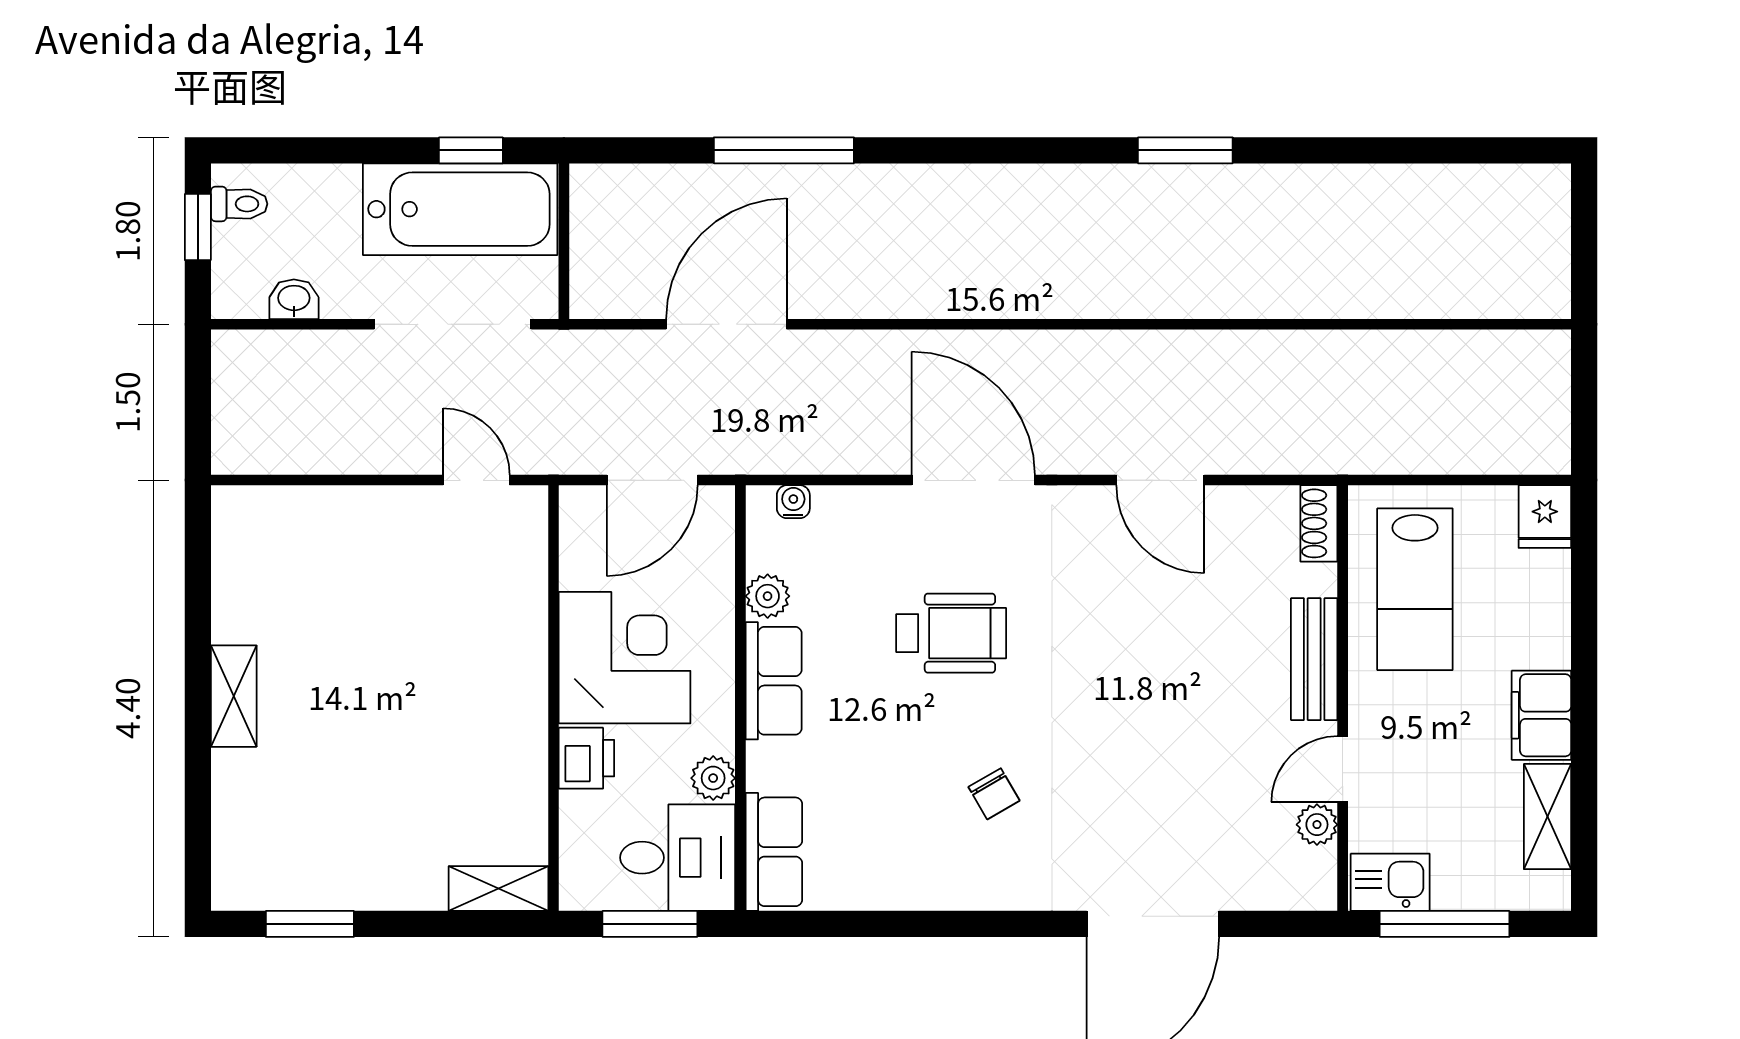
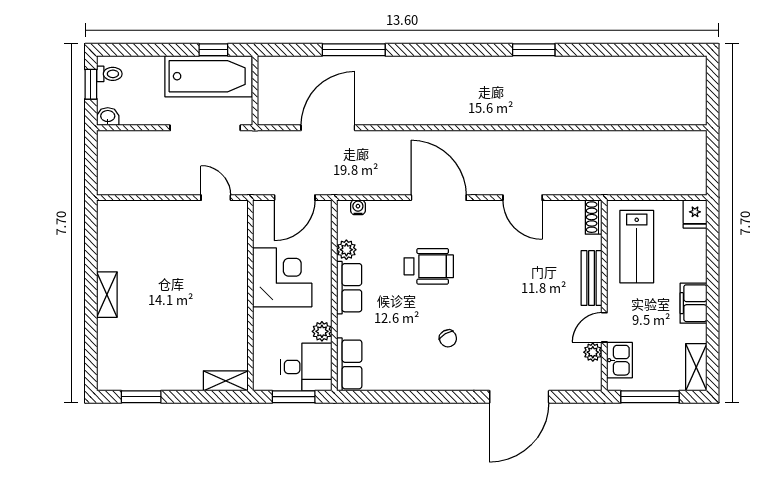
washbasin: (294, 299) -> (108, 117), moved
printer: (586, 758) -> (265, 322), removed
shelving: (1547, 817) -> (696, 367), moved
kitchen sink: (1390, 882) -> (619, 360), moved, turned 90

